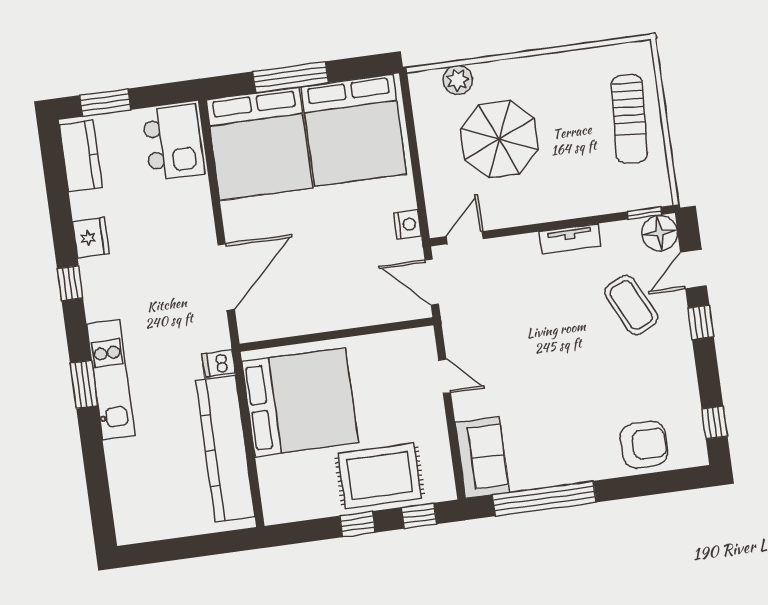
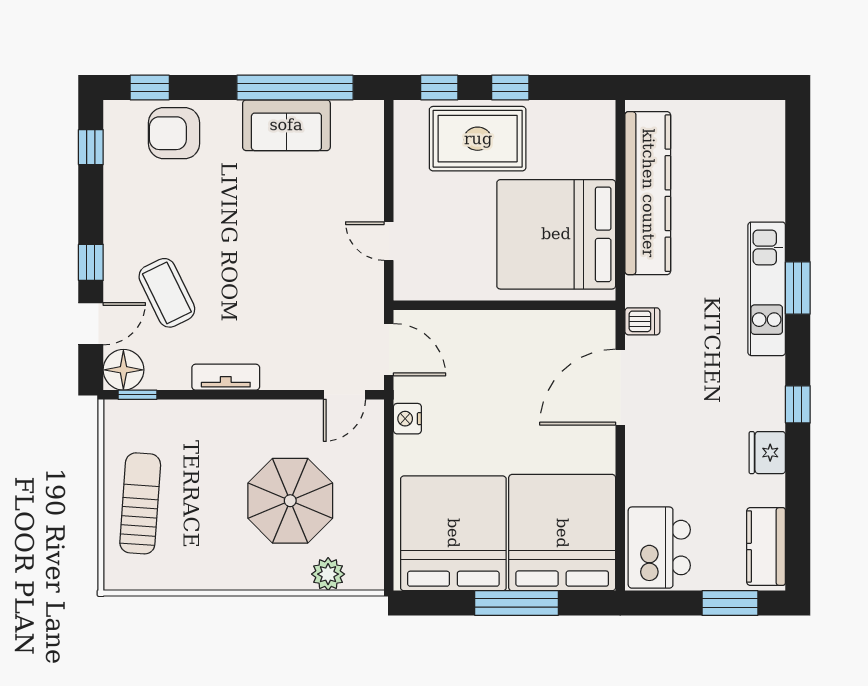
dishwasher: (219, 363) -> (642, 321), moved
sofa: (482, 457) -> (286, 125), moved, turned -90
window: (670, 481) -> (150, 88), added

